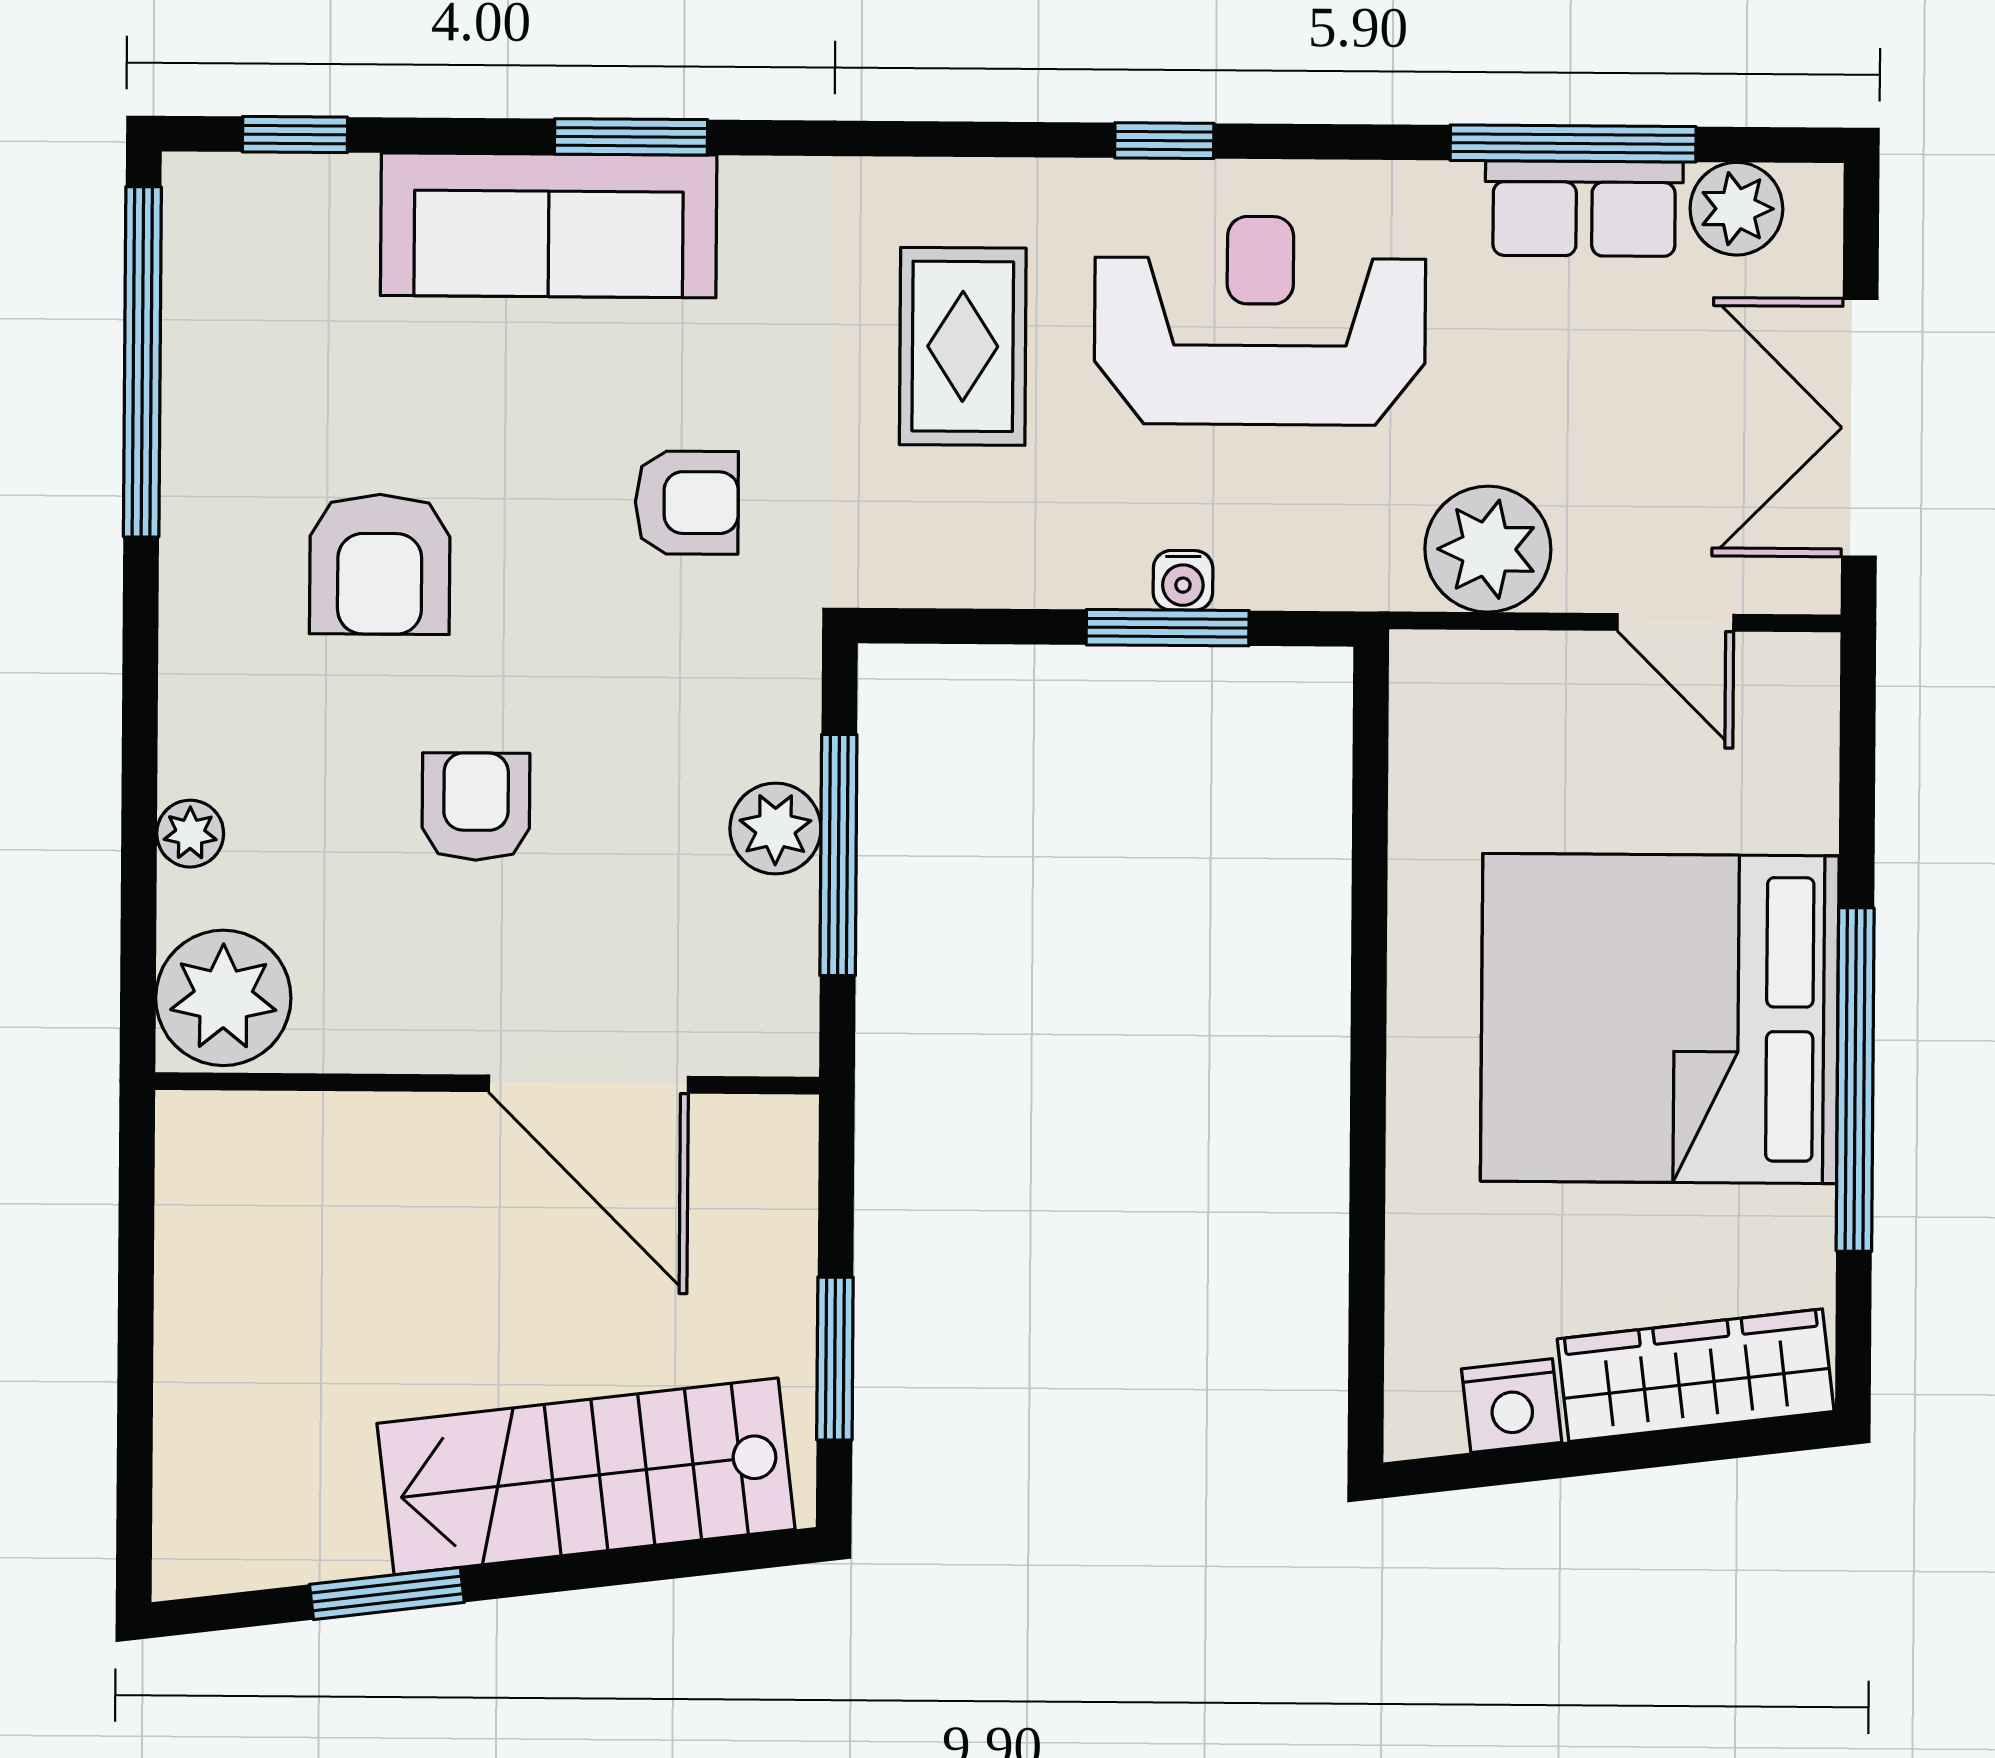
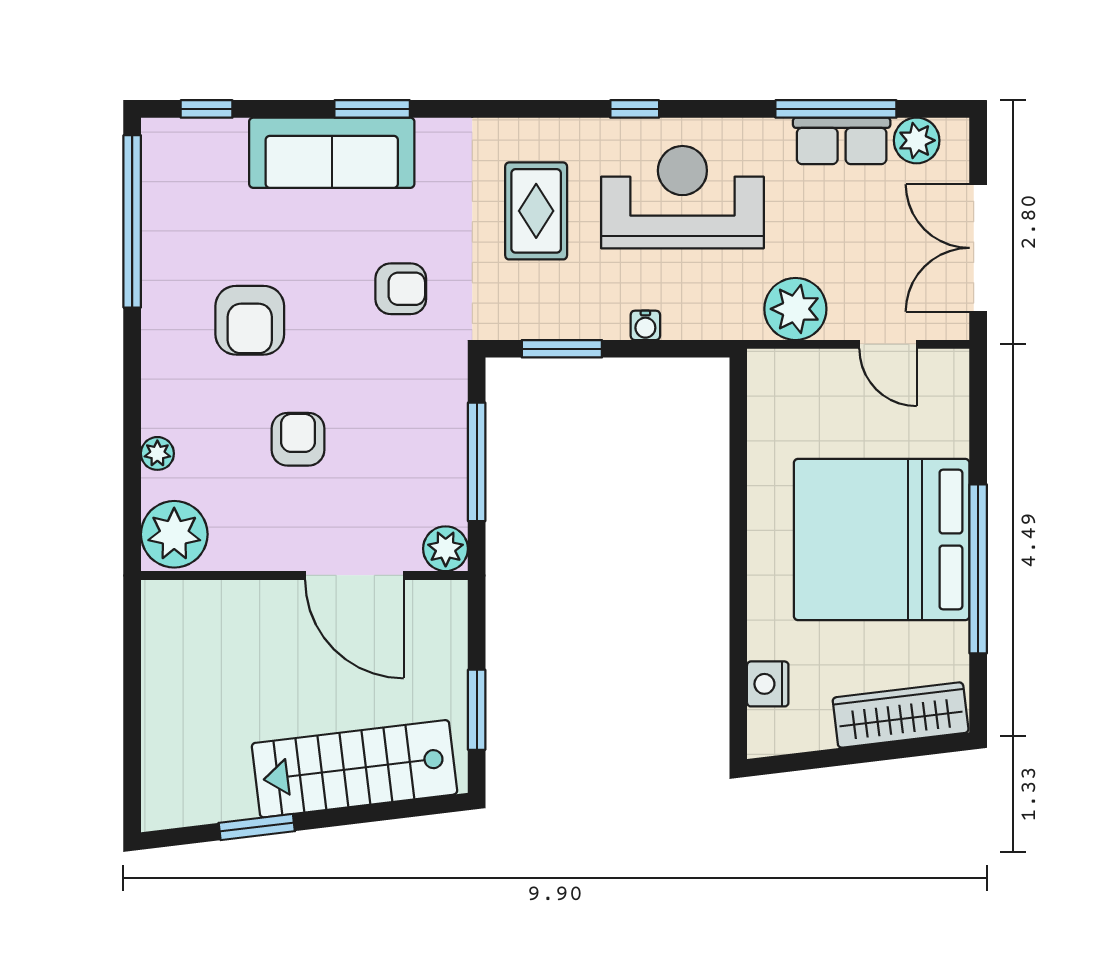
window: (1168, 628) -> (562, 349), moved
plant: (775, 829) -> (446, 549), moved
nightstand: (1512, 1406) -> (768, 684), moved, turned 97

